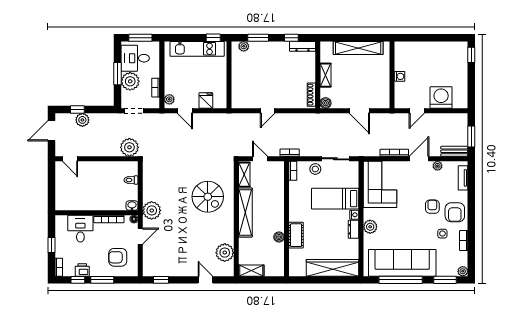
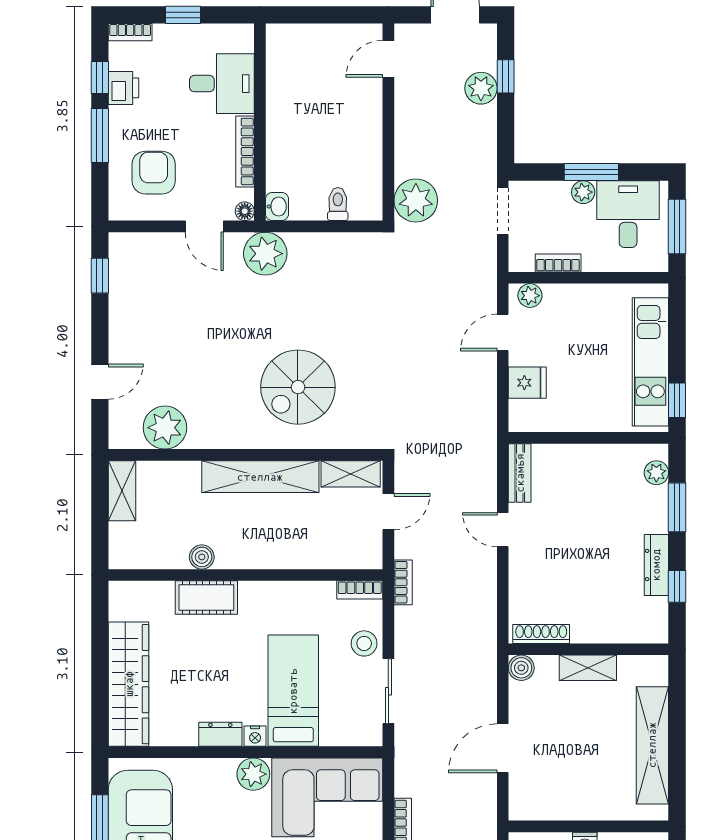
dresser: (302, 46) -> (656, 565), moved
plant: (130, 81) -> (583, 192), width x0.53, depth x0.53
bench: (244, 104) -> (520, 473), added
plant: (370, 227) -> (253, 774), moved

